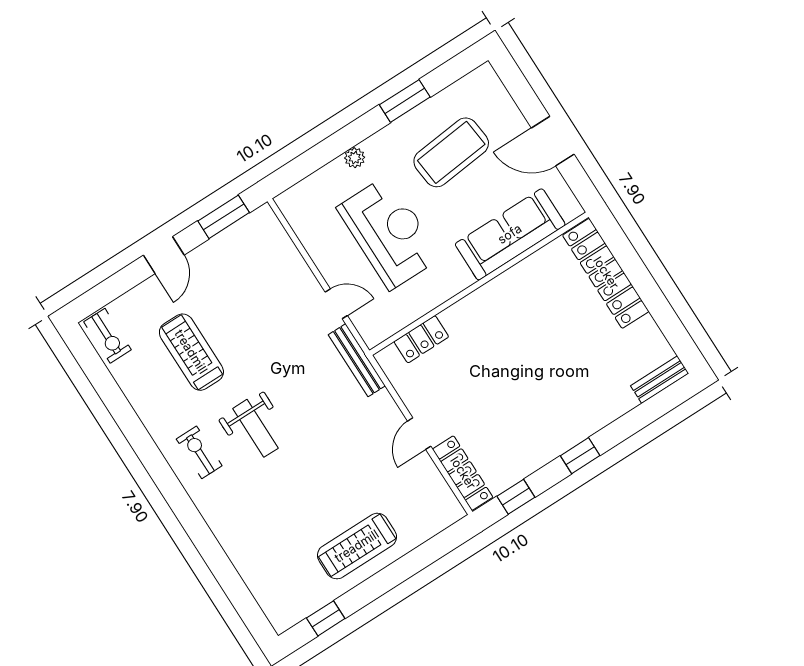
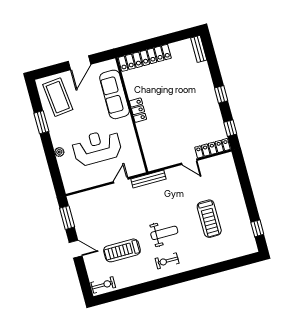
coffee table: (451, 152) -> (58, 97), moved
locker: (421, 339) -> (138, 110), moved
treadmill: (357, 546) -> (209, 219), moved

